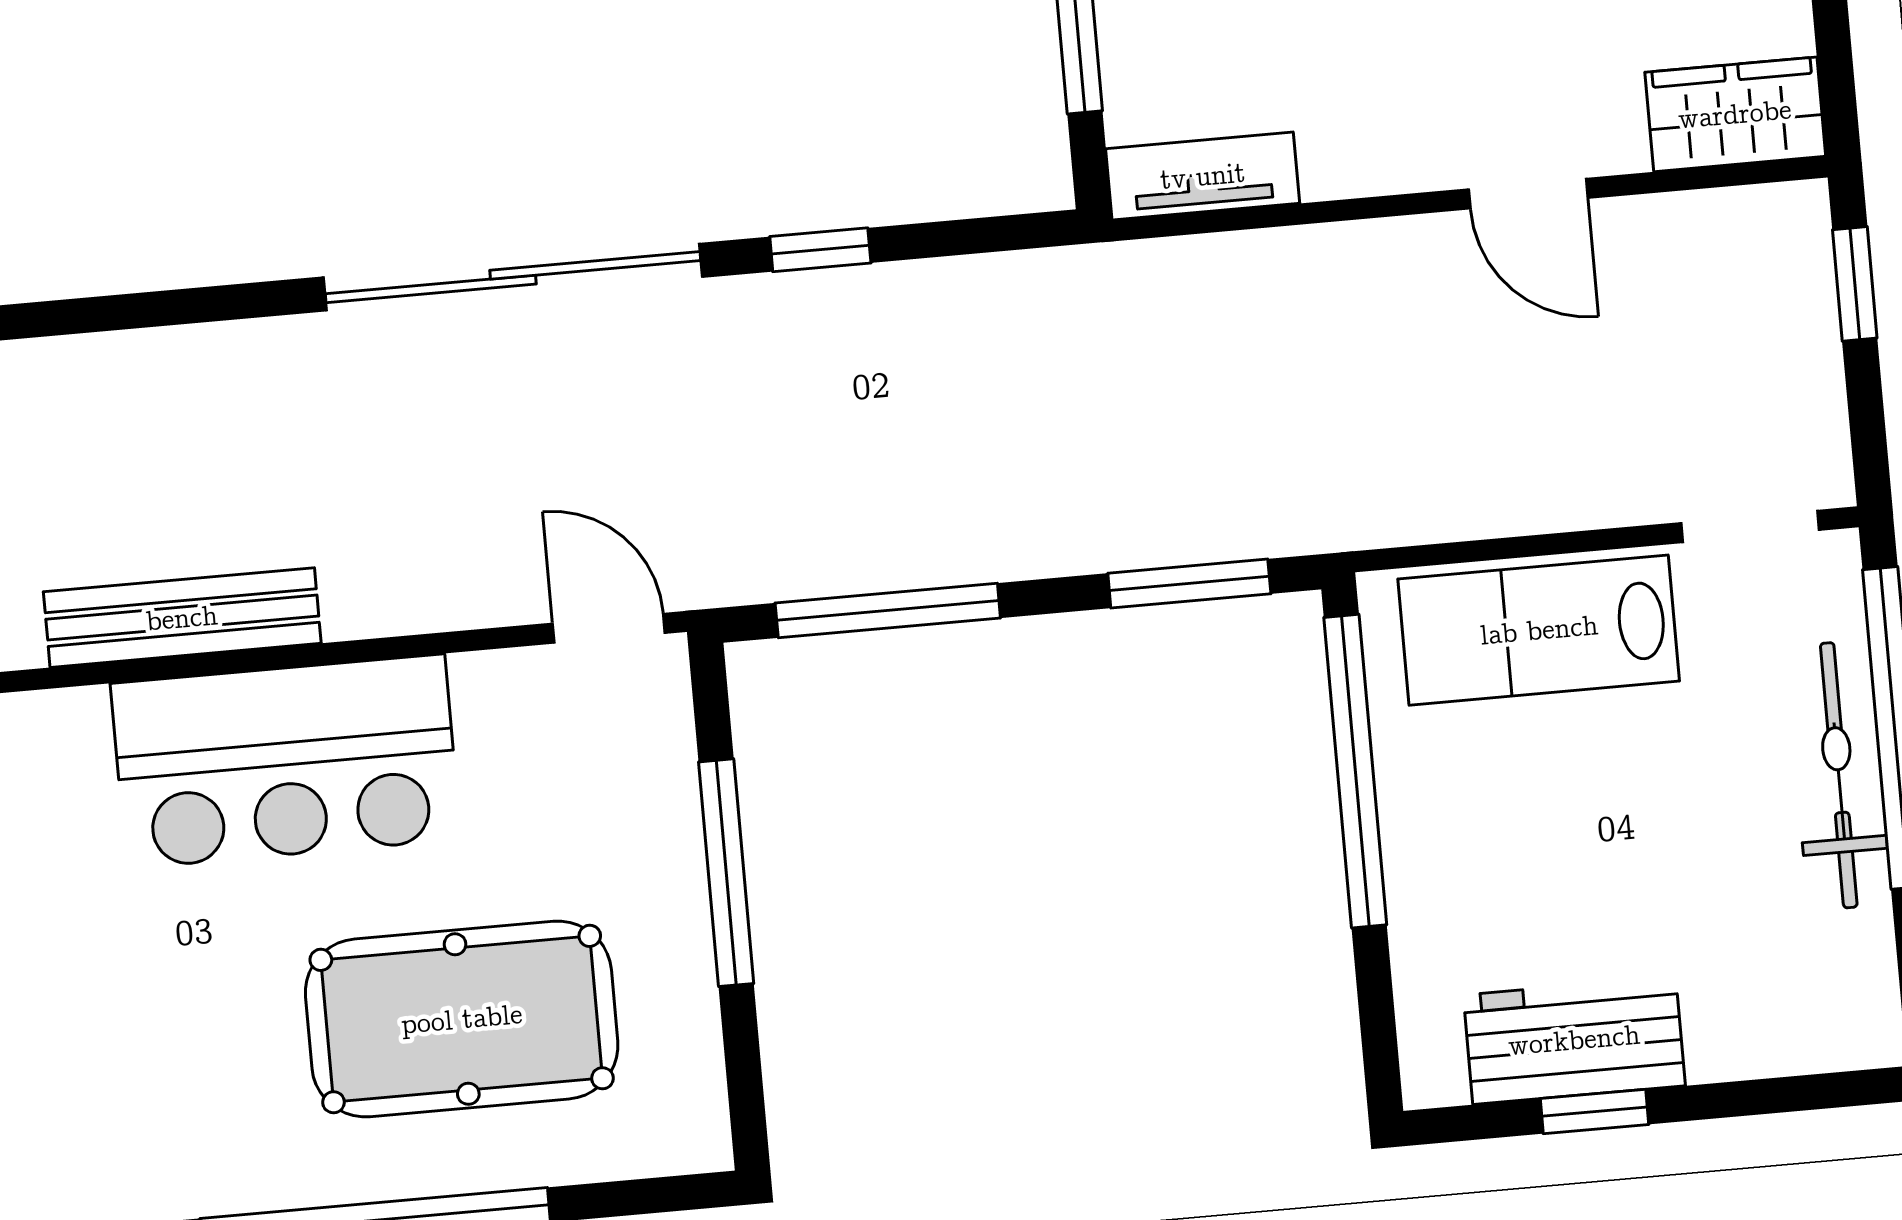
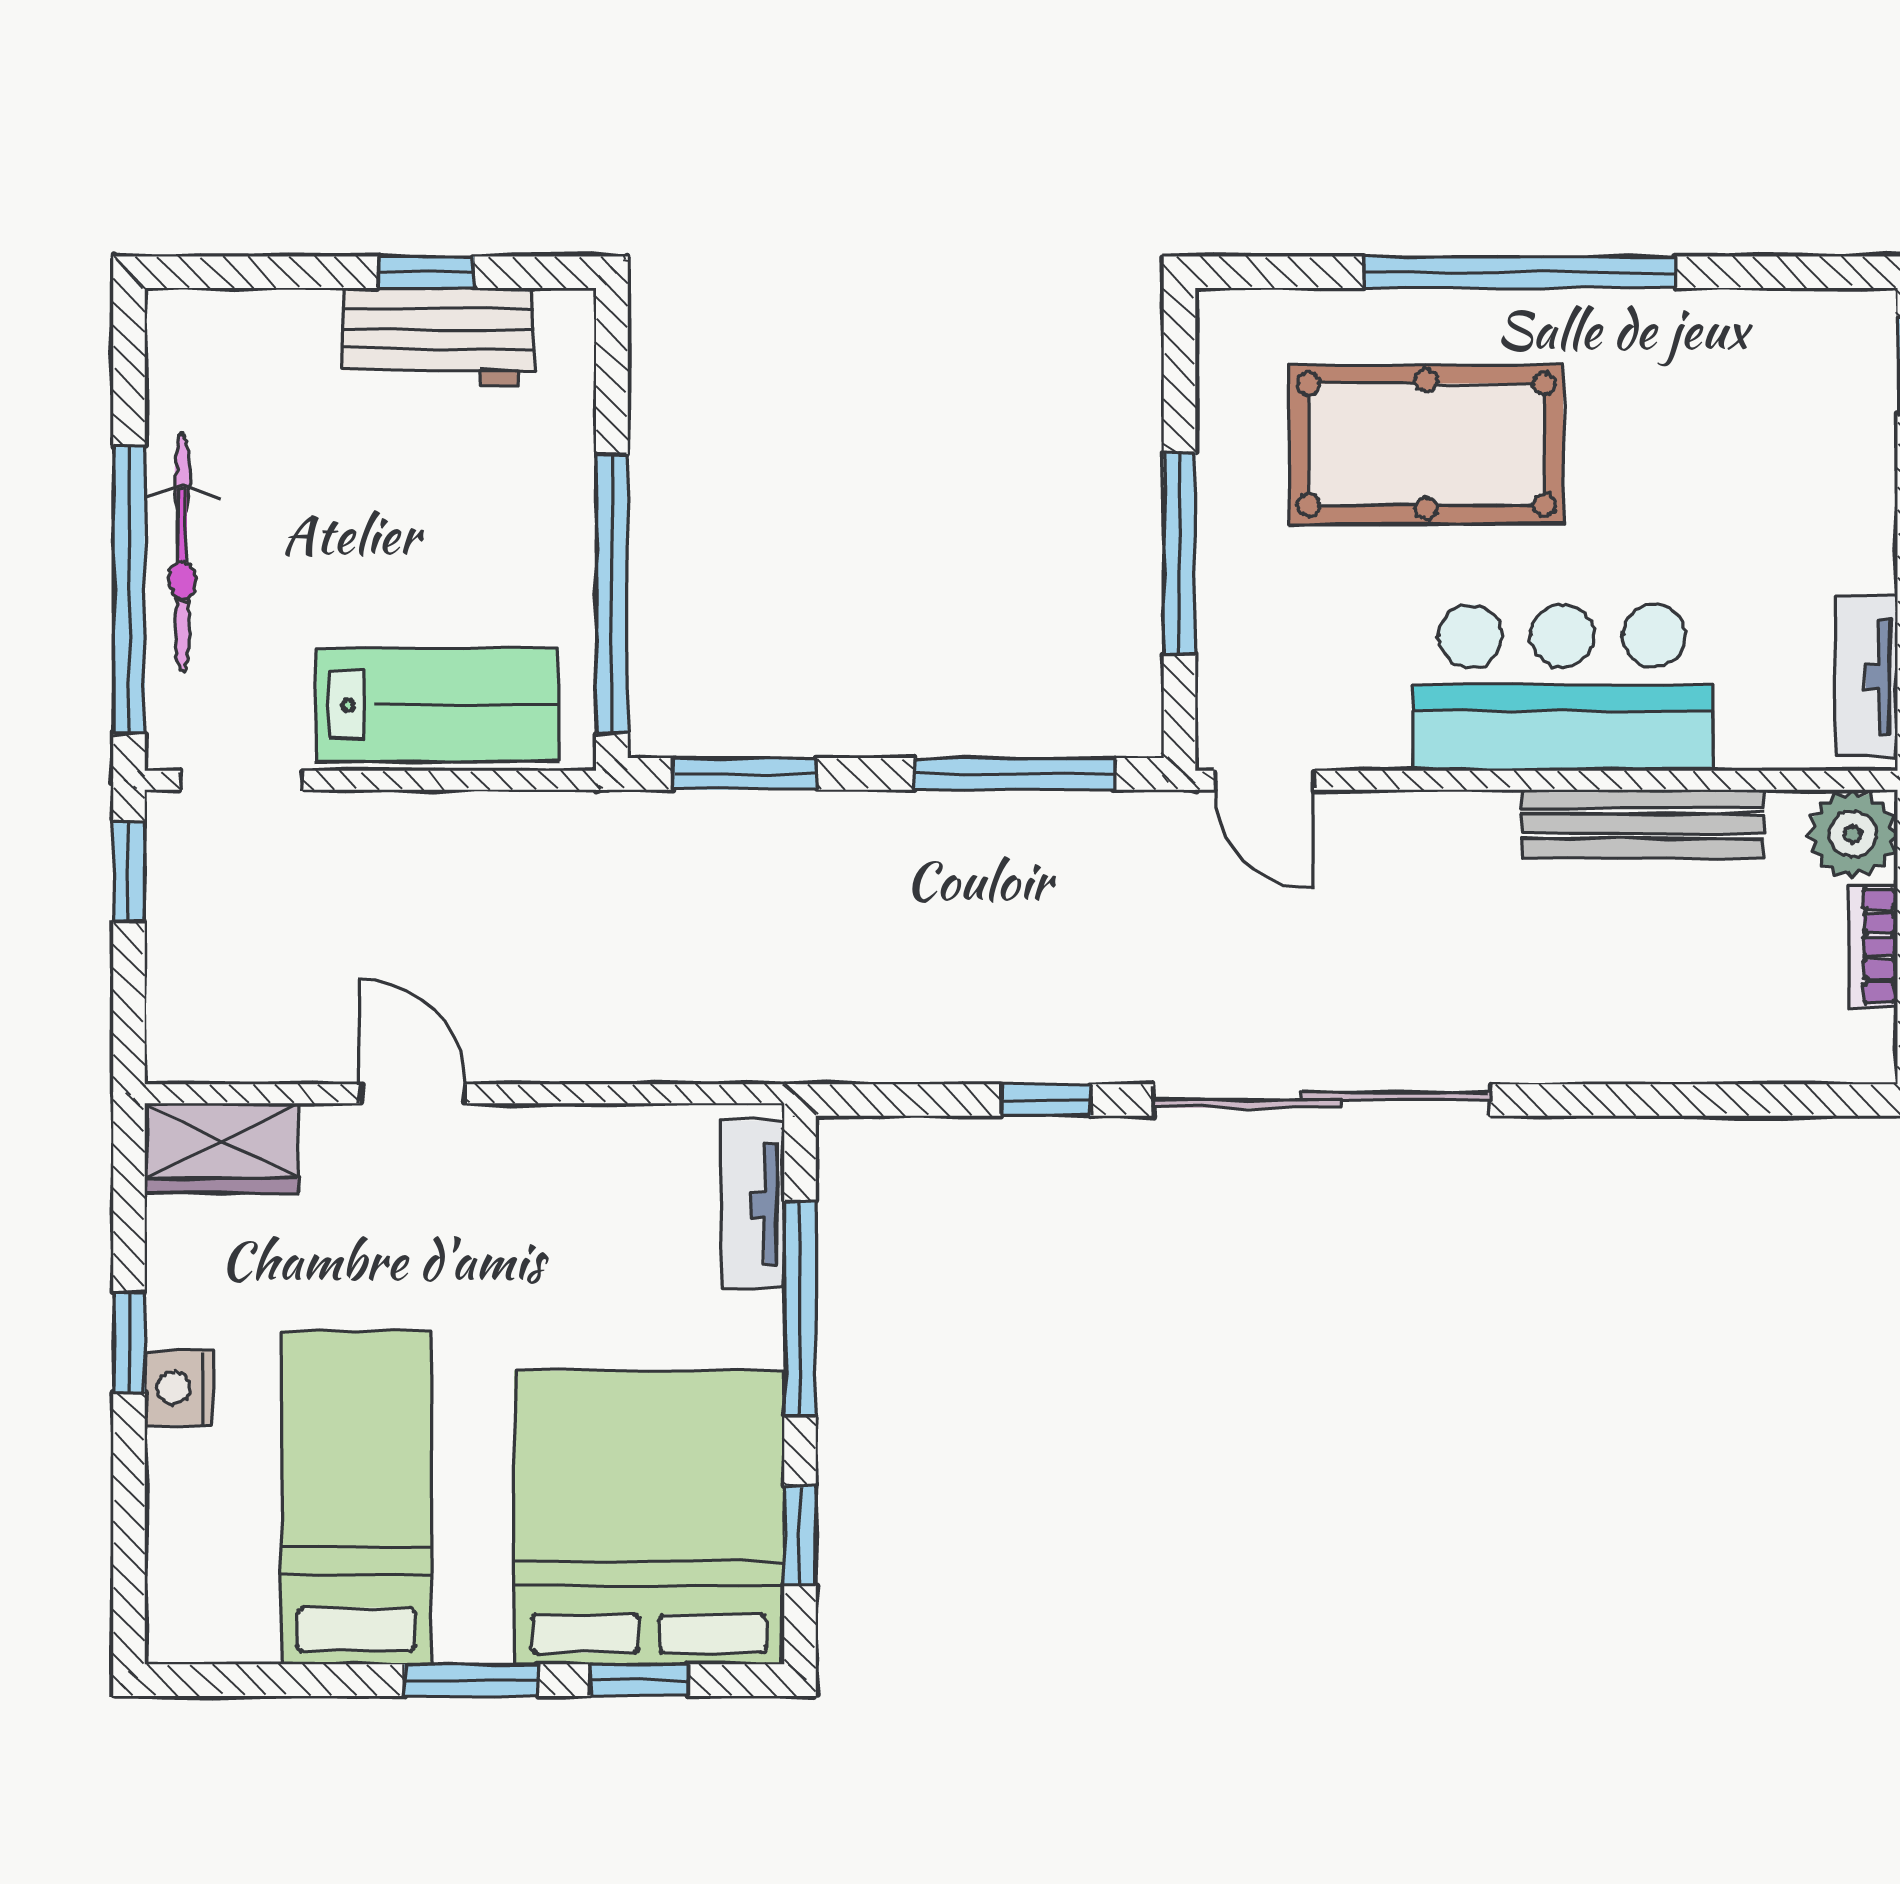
tv unit: (1203, 176) -> (752, 1205), moved, turned 90
window: (1855, 284) -> (129, 872), moved

